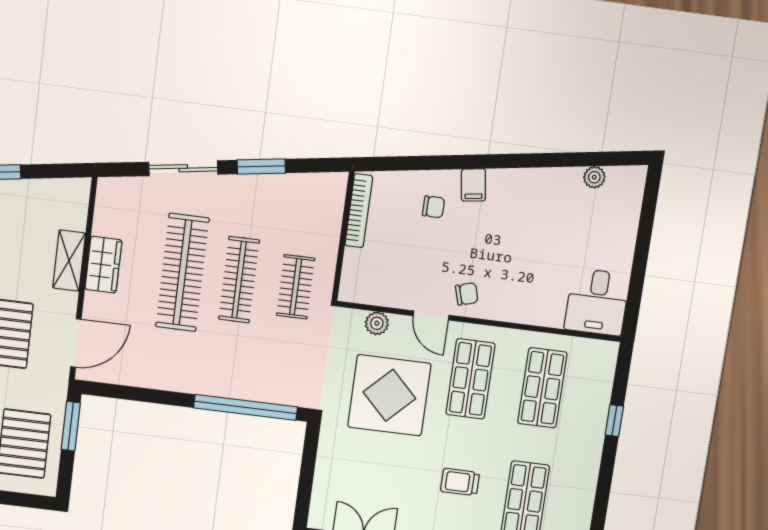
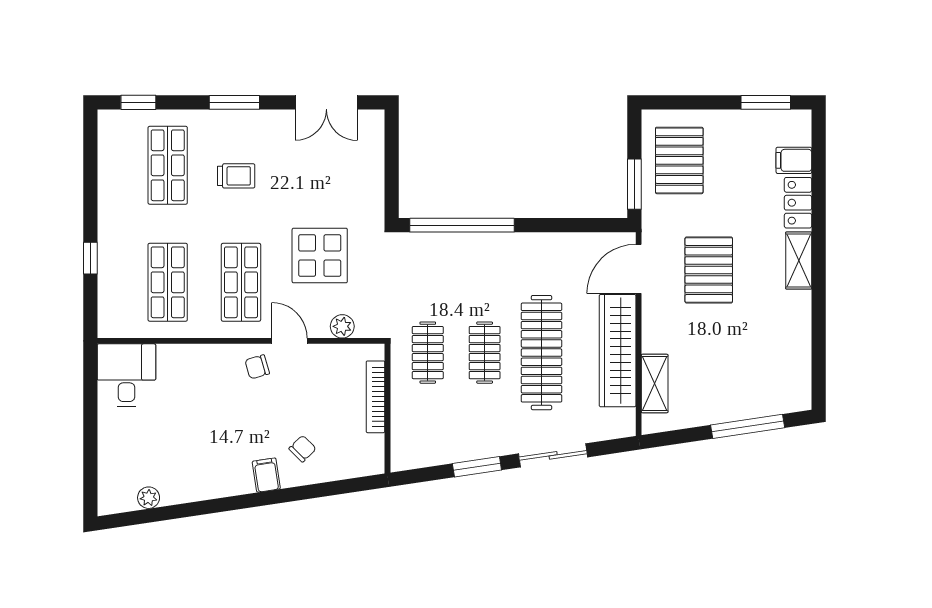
chair: (433, 207) -> (303, 449), turned 135
bookcase: (359, 211) -> (375, 397), moved
shelving: (69, 261) -> (655, 384), moved
wardrobe: (103, 265) -> (618, 351), width x2.10, depth x1.17
clothes rail: (239, 280) -> (485, 353), width x0.73
display table: (389, 395) -> (320, 256), width x0.73, depth x0.73

